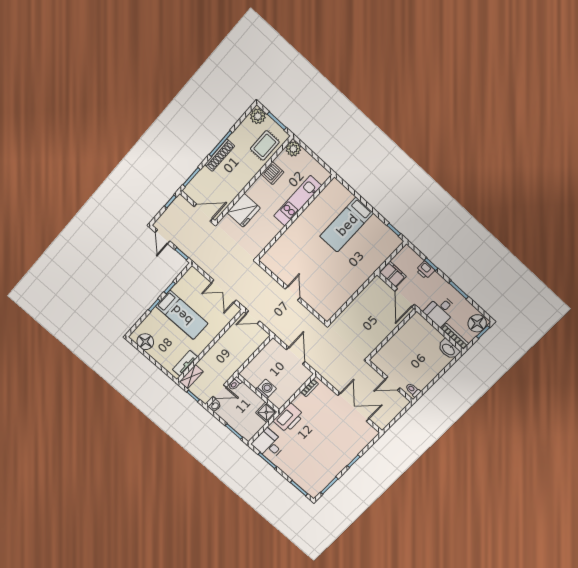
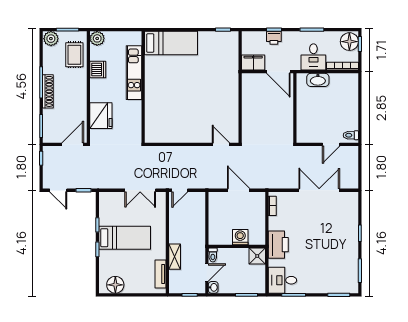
bed: (347, 225) -> (171, 43), moved, turned -90
door: (293, 293) -> (221, 144), moved
washbasin: (449, 349) -> (318, 80), moved
shelving: (191, 377) -> (175, 257), moved

